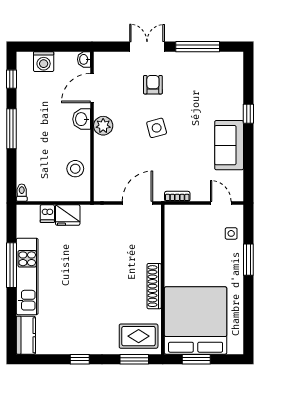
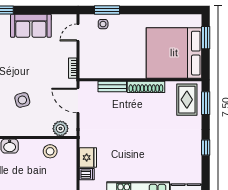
plant: (103, 126) -> (60, 129), moved
side table: (157, 128) -> (22, 100), moved
bench: (155, 245) -> (112, 87), added
window: (248, 260) -> (107, 10), moved
window: (196, 359) -> (206, 38), moved

